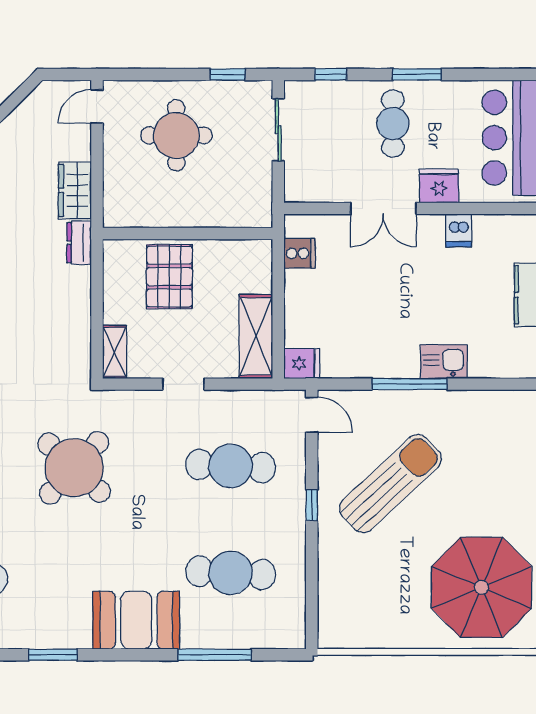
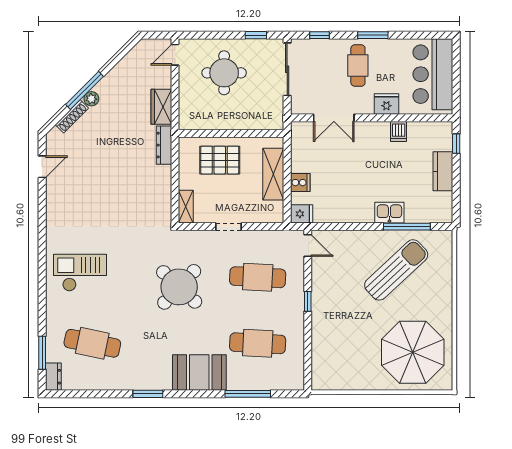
sliding door: (278, 130) -> (287, 69), width x1.37
double door: (383, 208) -> (334, 118), moved
dresser: (79, 243) -> (164, 145), width x1.44
cooker: (299, 253) -> (300, 183), moved
pallet: (169, 277) -> (220, 160), turned 90
shelving: (256, 336) -> (273, 174), moved
window: (410, 384) -> (407, 227), moved
round table: (74, 468) -> (179, 287), moved
sun lounger: (390, 484) -> (396, 270), moved

